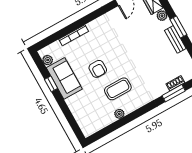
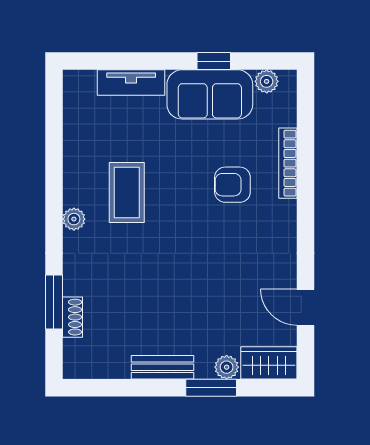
window: (178, 27) -> (211, 388), moved
armchair: (98, 69) -> (232, 185), moved
tv unit: (76, 110) -> (131, 83), added
plant: (119, 114) -> (74, 219), moved

